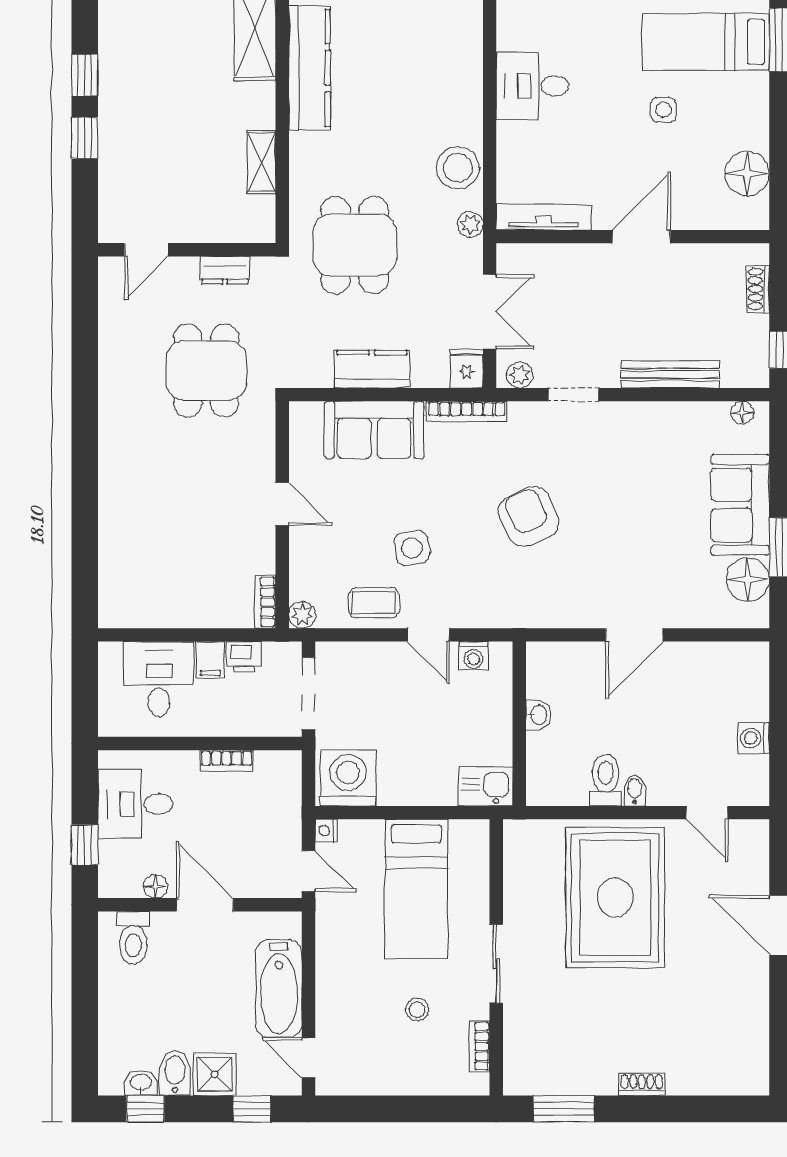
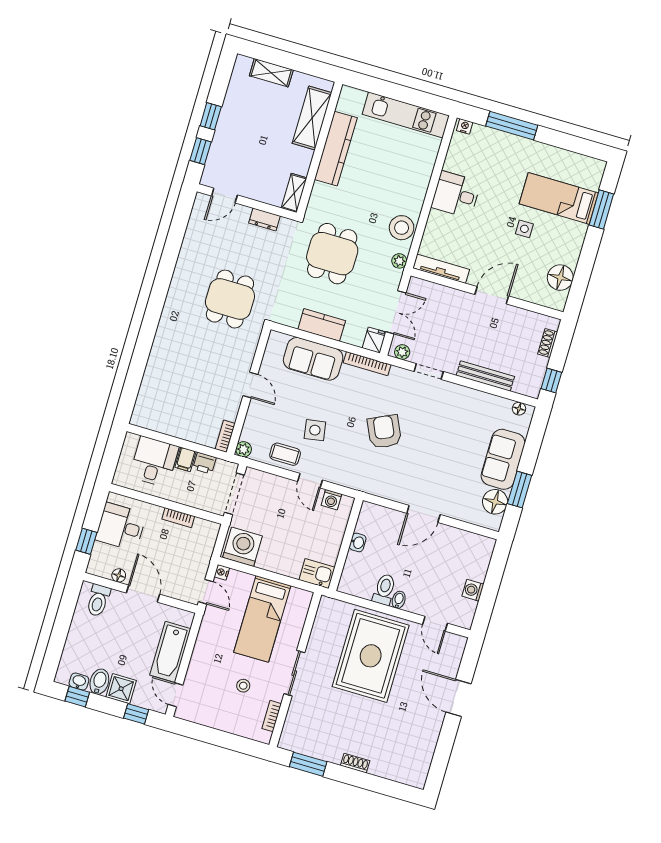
door: (146, 250) -> (224, 195), moved
wall: (187, 250) -> (247, 202), moved
dresser: (225, 270) -> (264, 219), moved

